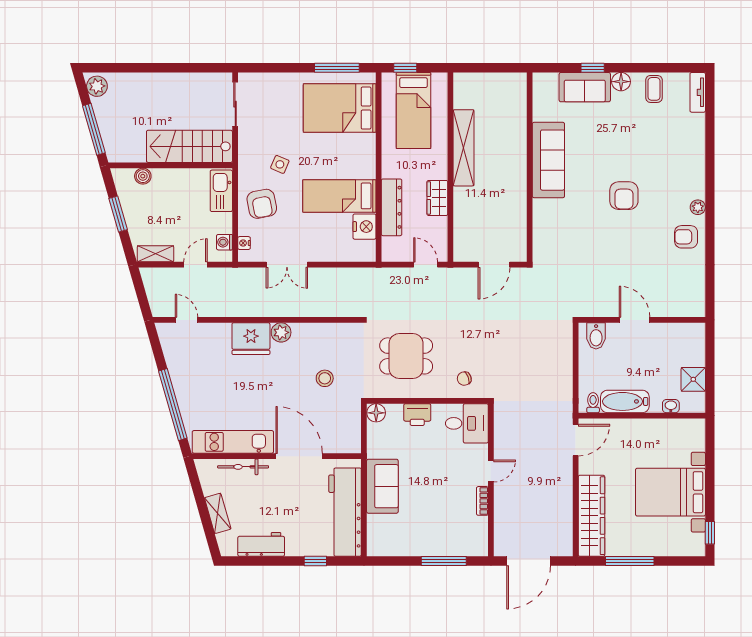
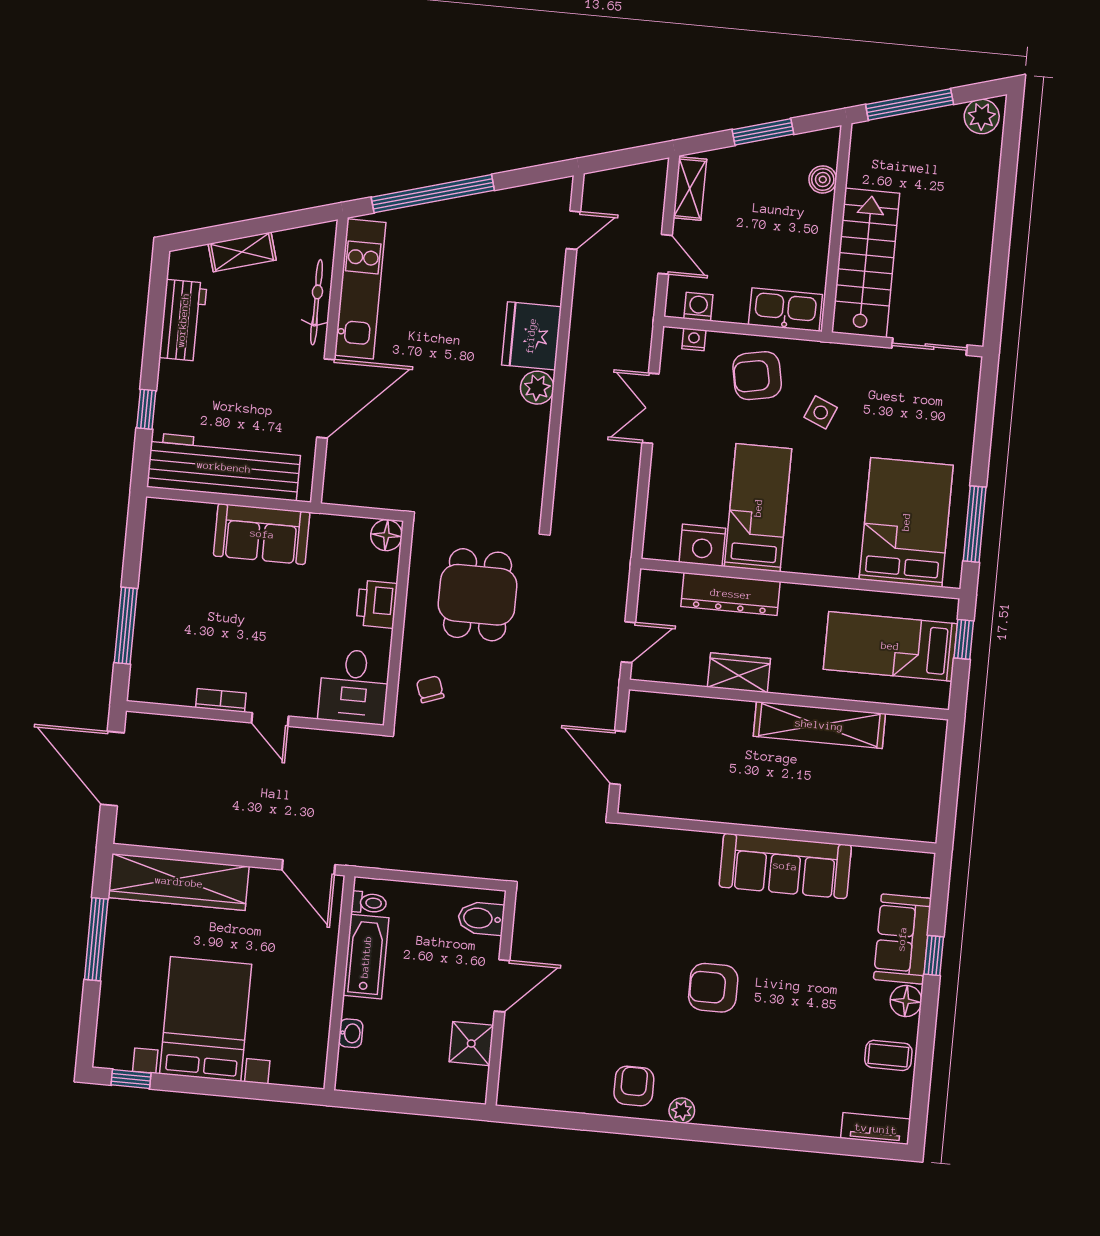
stool: (325, 378) -> (453, 454), removed
shower: (693, 379) -> (471, 1044), moved

